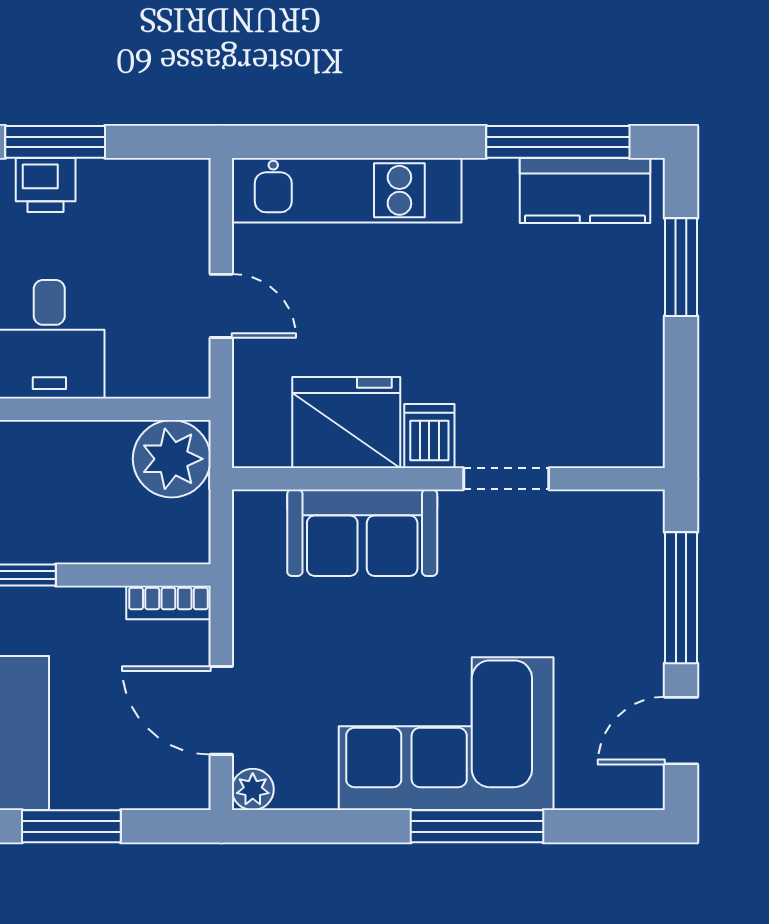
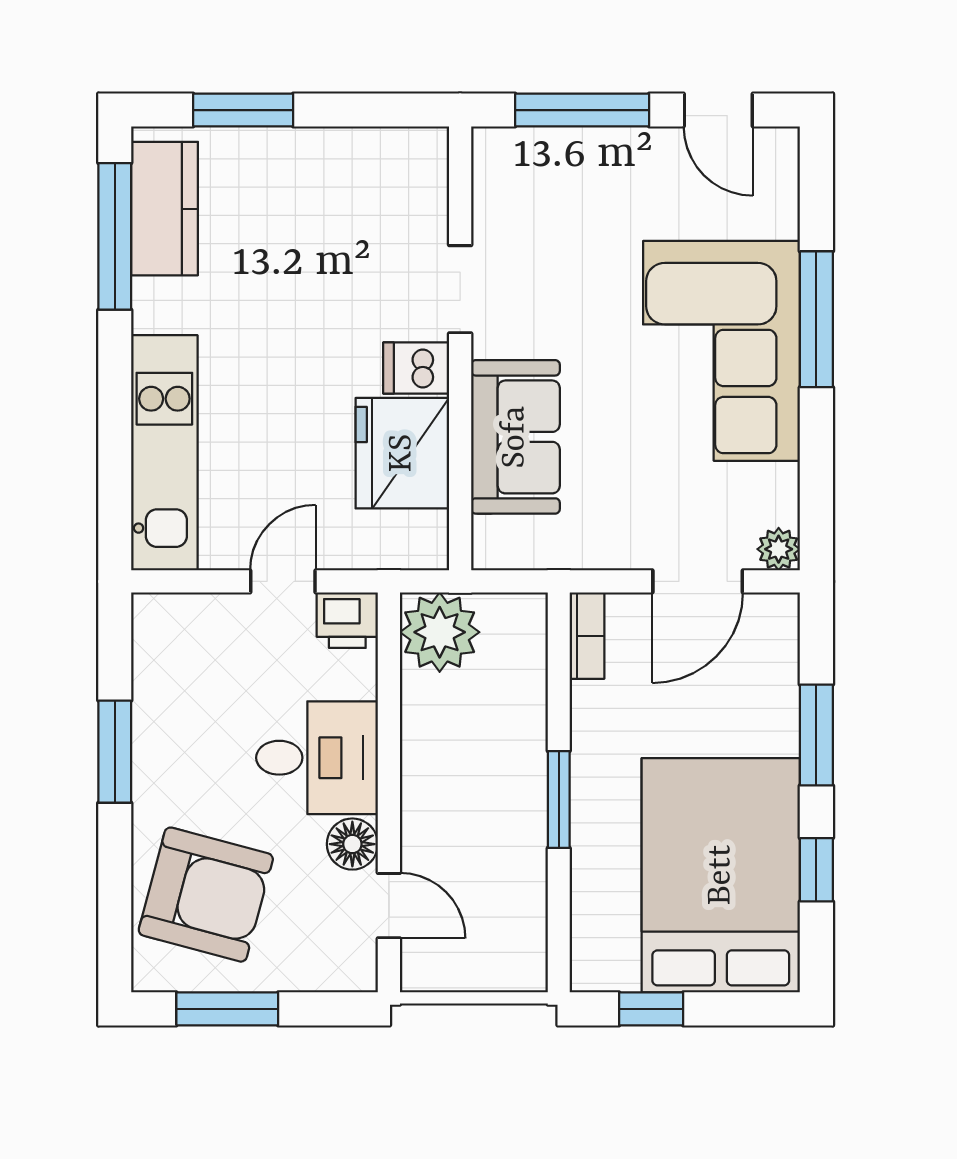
printer: (46, 185) -> (347, 620), moved, turned 90

